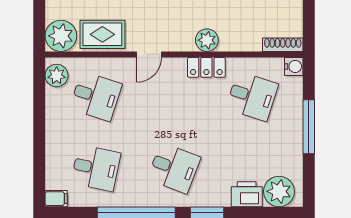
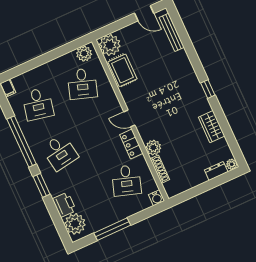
plant: (207, 40) -> (153, 148), moved
shoe rack: (283, 45) -> (160, 169), moved
door: (149, 54) -> (129, 118), moved
window: (309, 127) -> (112, 229), moved
desk: (174, 168) -> (60, 152), turned -30

